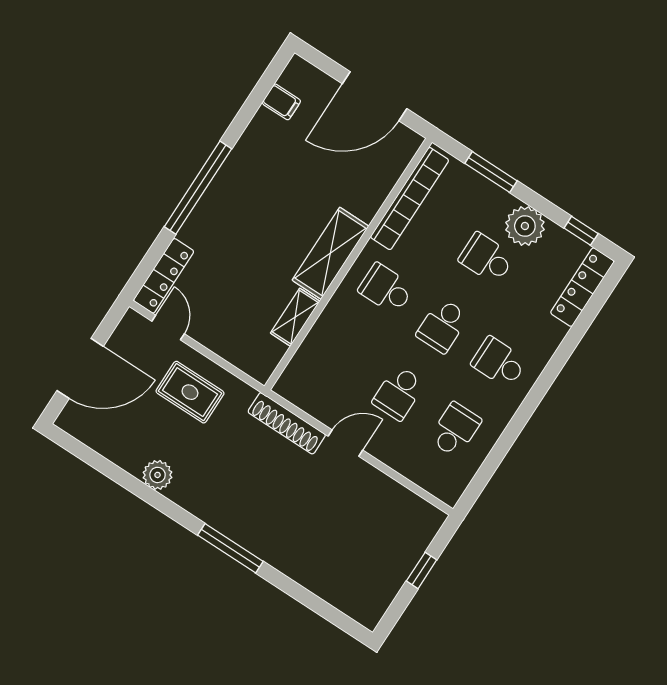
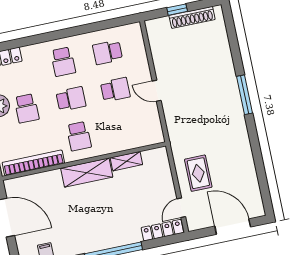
shoe rack: (287, 423) -> (192, 17), moved, turned 90
plant: (158, 475) -> (244, 153), removed

